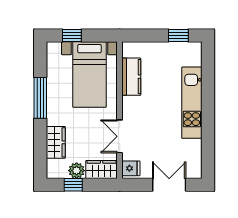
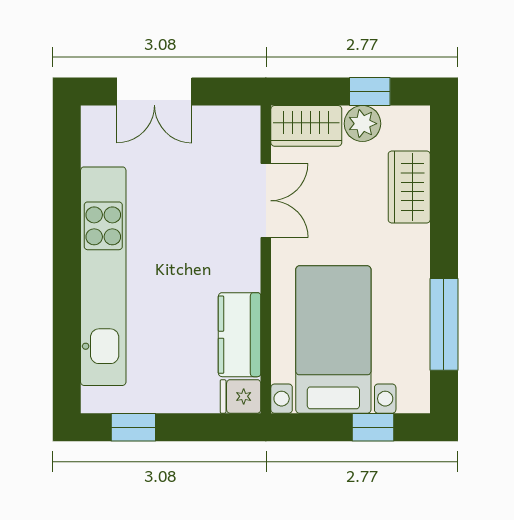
window: (40, 98) -> (444, 324), moved
kitchen unit: (192, 103) -> (103, 276), width x1.36
fridge: (131, 168) -> (240, 396), moved

